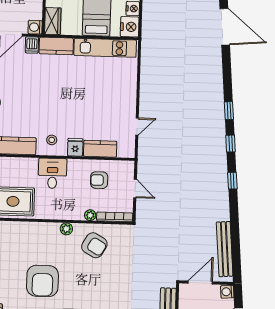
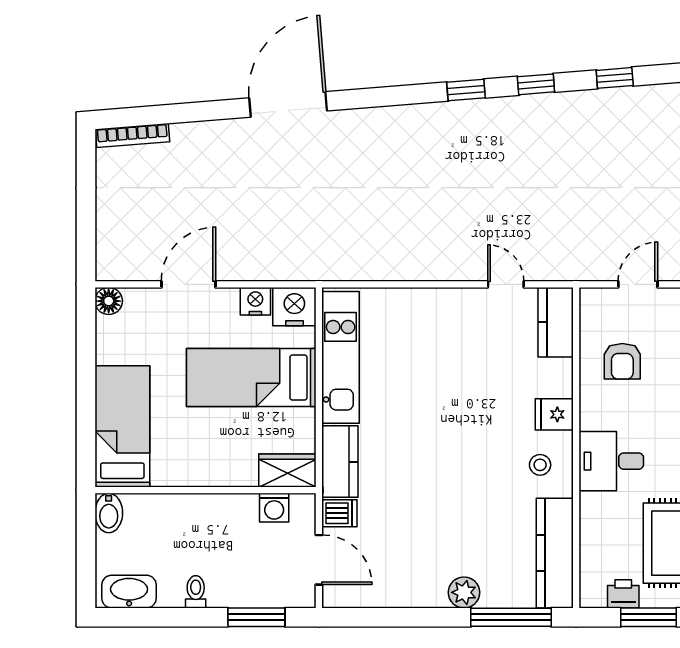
washing machine: (35, 27) -> (274, 508), moved
kitchen counter: (100, 149) -> (556, 322), moved

